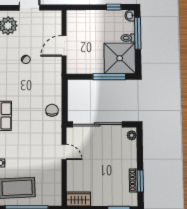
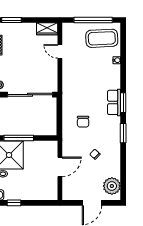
chair: (52, 110) -> (83, 122), moved
door: (64, 152) -> (60, 51), moved

